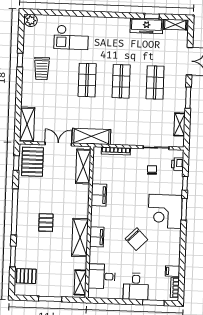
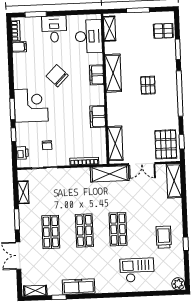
freezer: (147, 26) -> (79, 287), moved
desk: (102, 276) -> (89, 36), width x1.37

